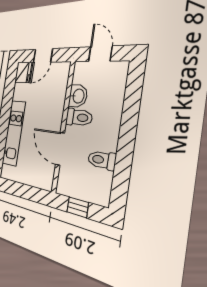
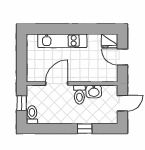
window: (130, 114) -> (85, 129), added
toilet: (102, 160) -> (32, 115), moved

